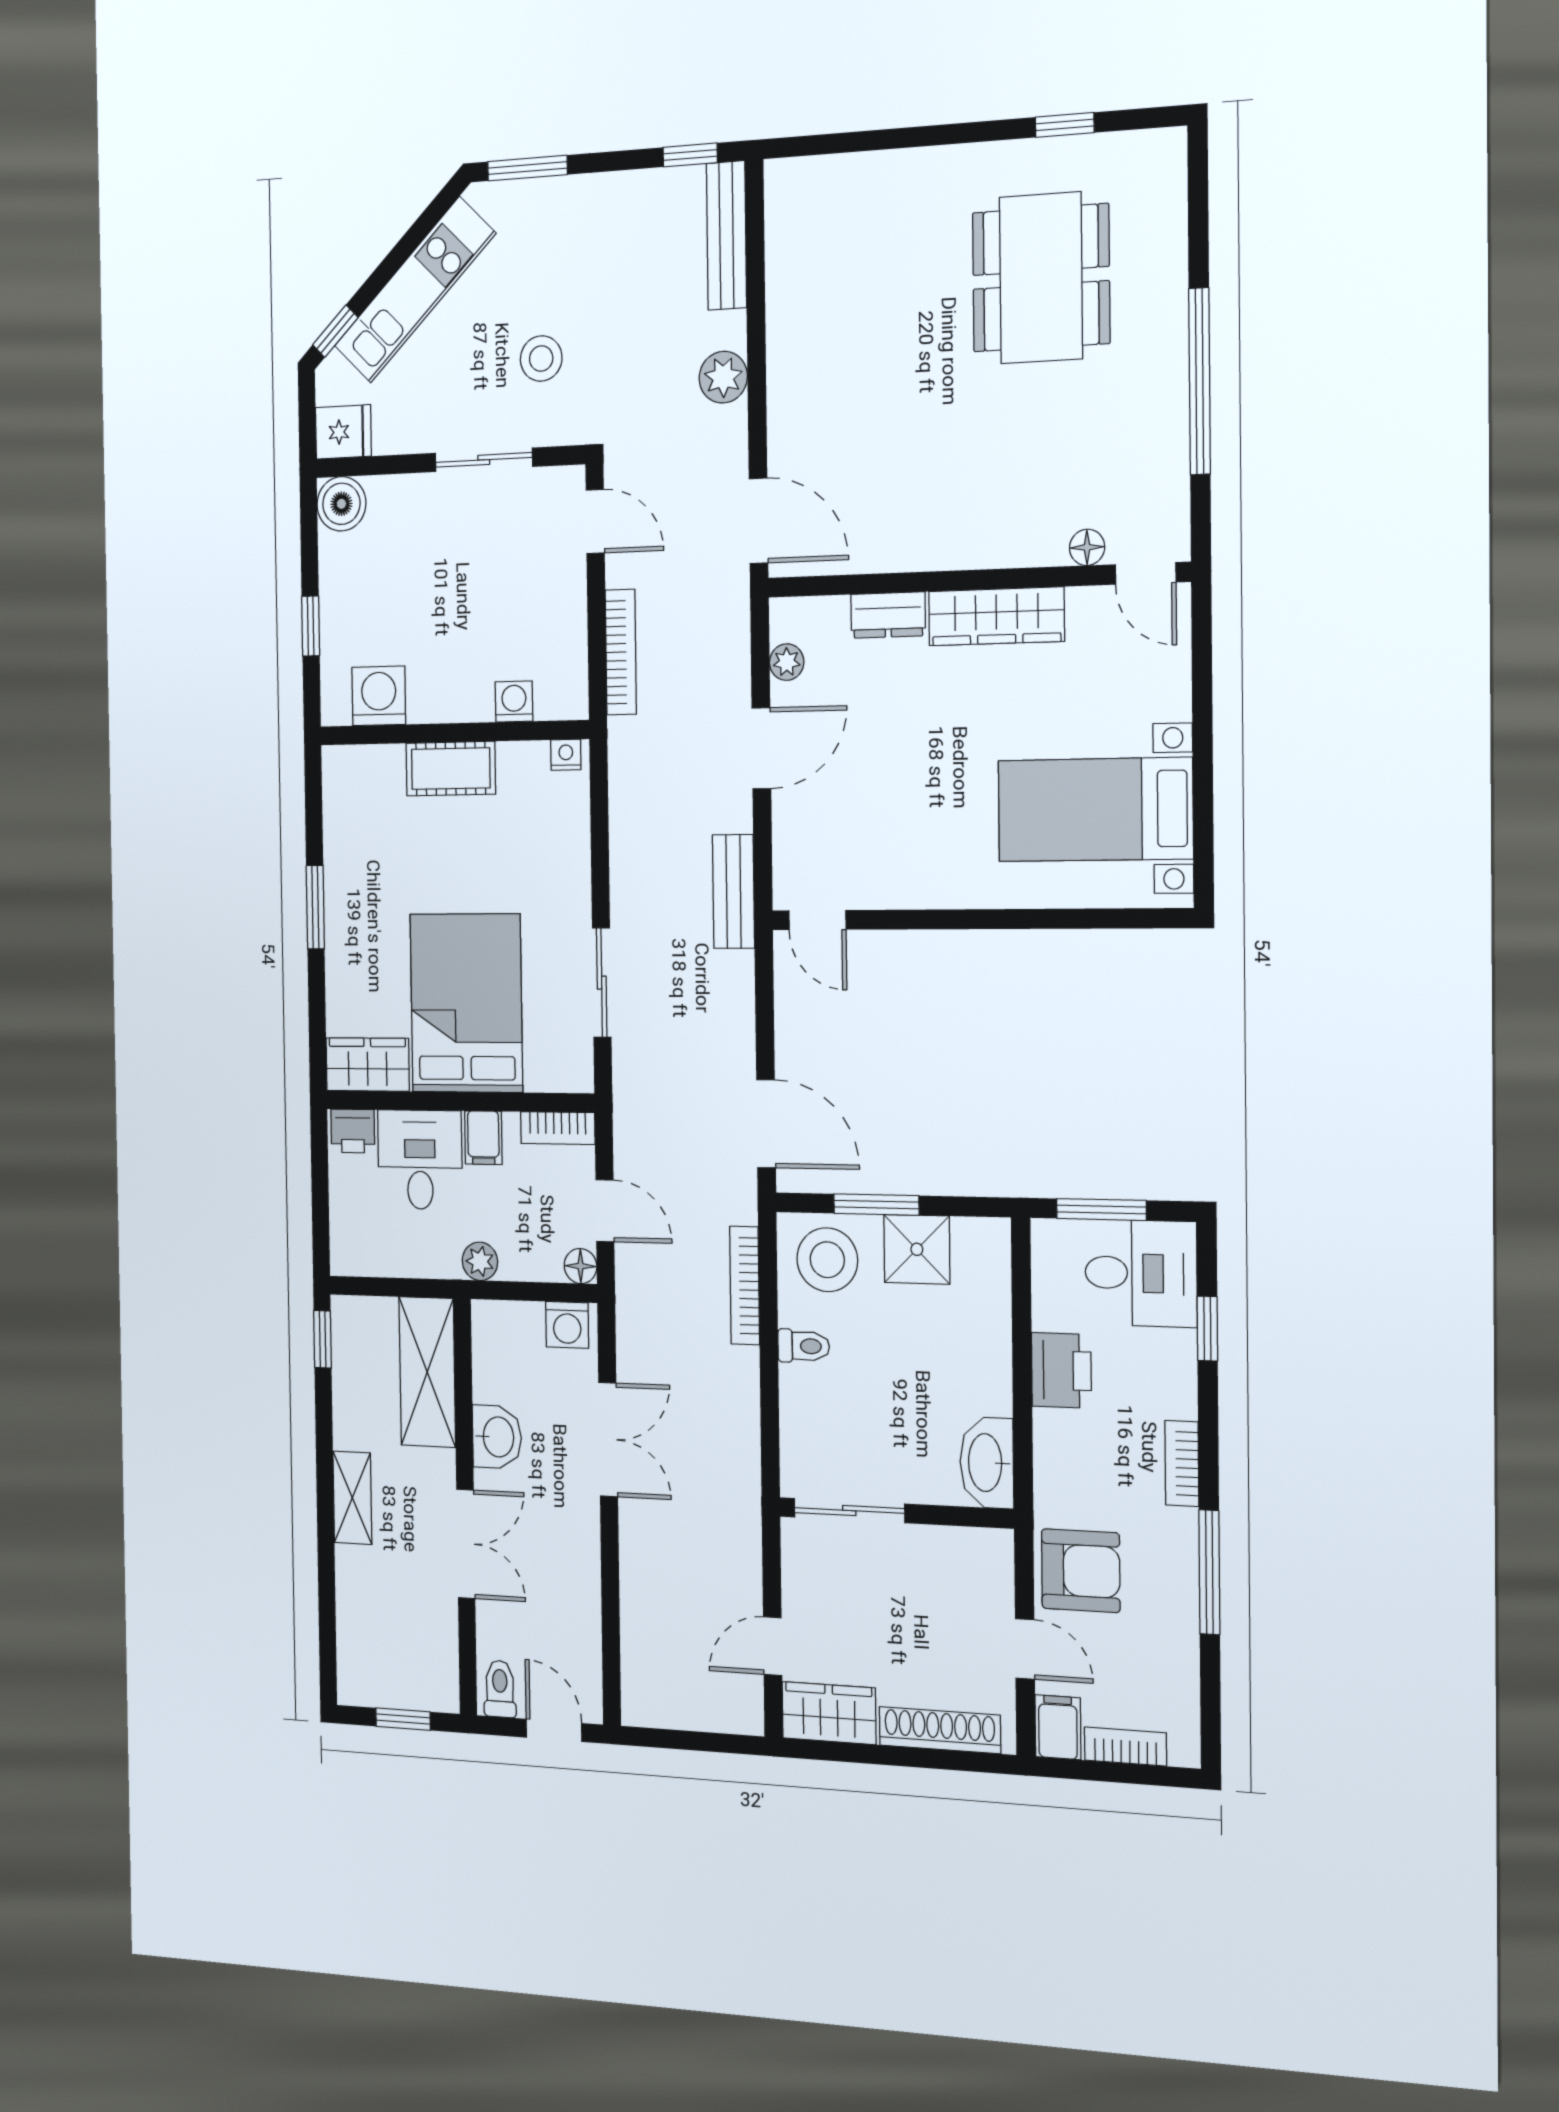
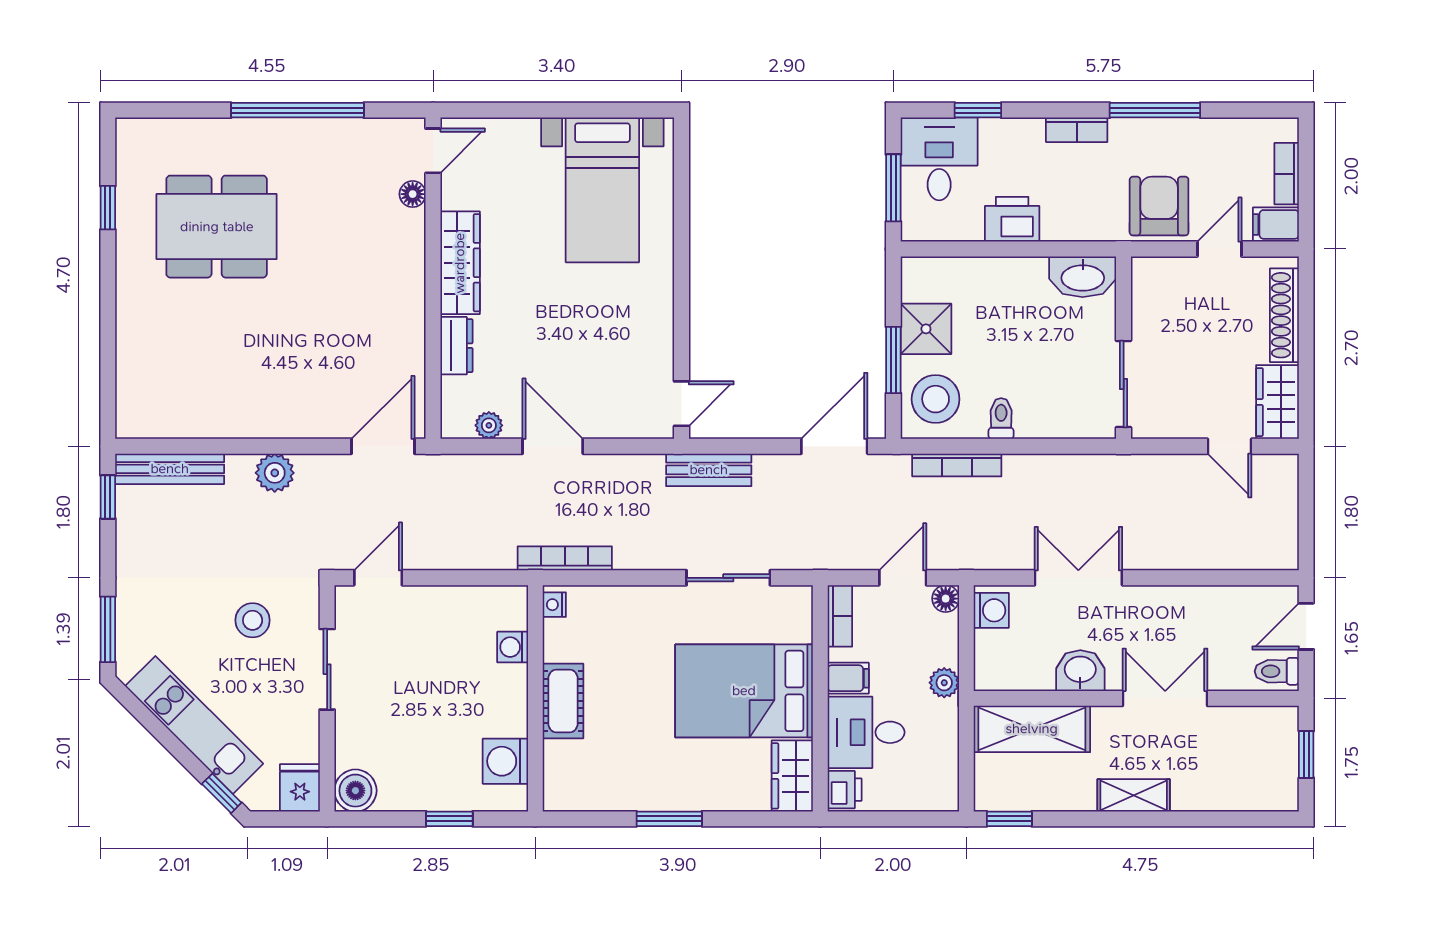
bookcase: (621, 652) -> (565, 558), moved
bench: (734, 892) -> (709, 470), moved

